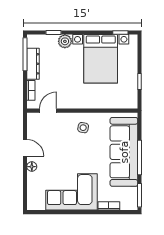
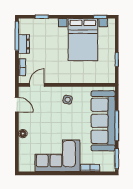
plant: (65, 41) -> (52, 24), removed
dresser: (33, 64) -> (24, 44), width x0.70
door: (25, 148) -> (17, 105), moved

